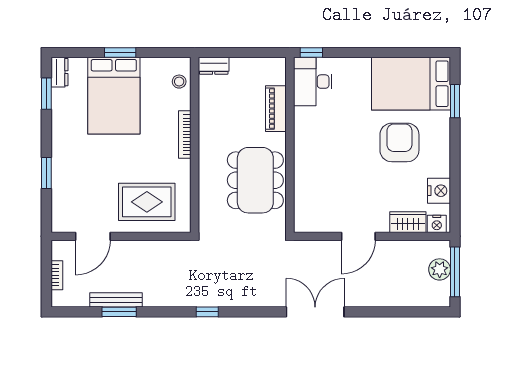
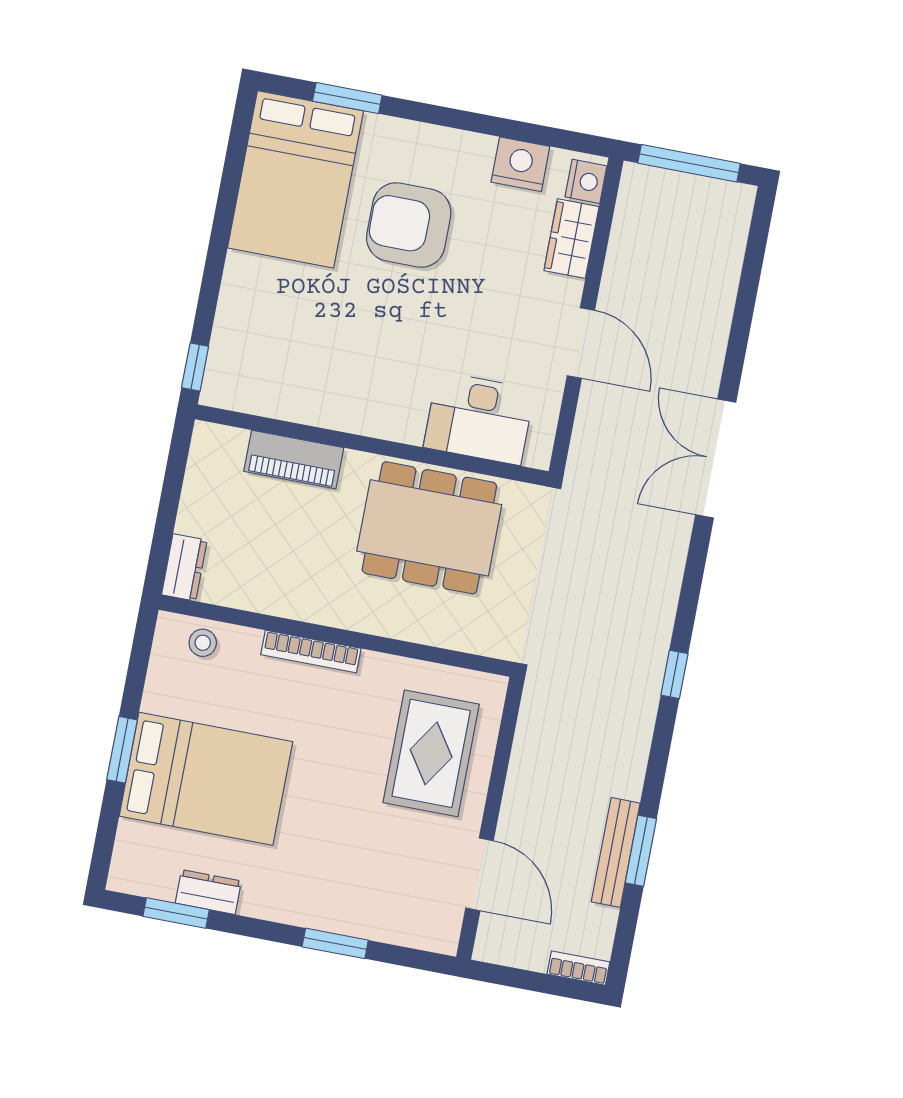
dresser: (59, 72) -> (208, 892), moved
desk: (313, 82) -> (479, 418), moved
plant: (440, 269) -> (678, 193), removed
bookcase: (57, 275) -> (578, 968), moved

